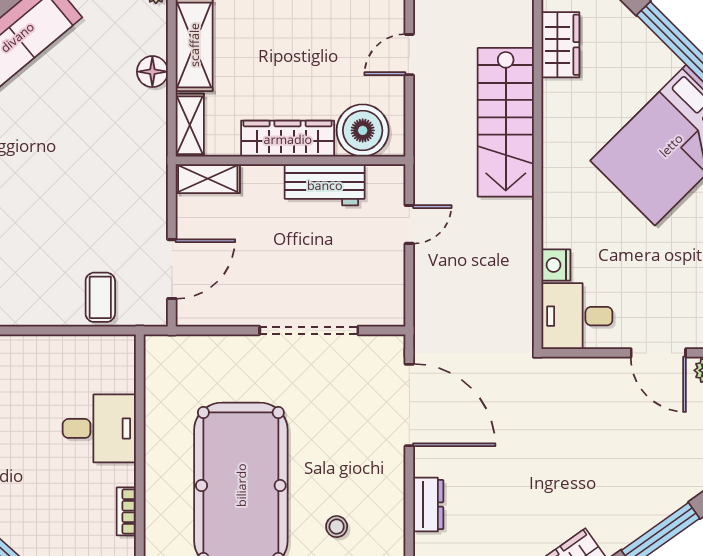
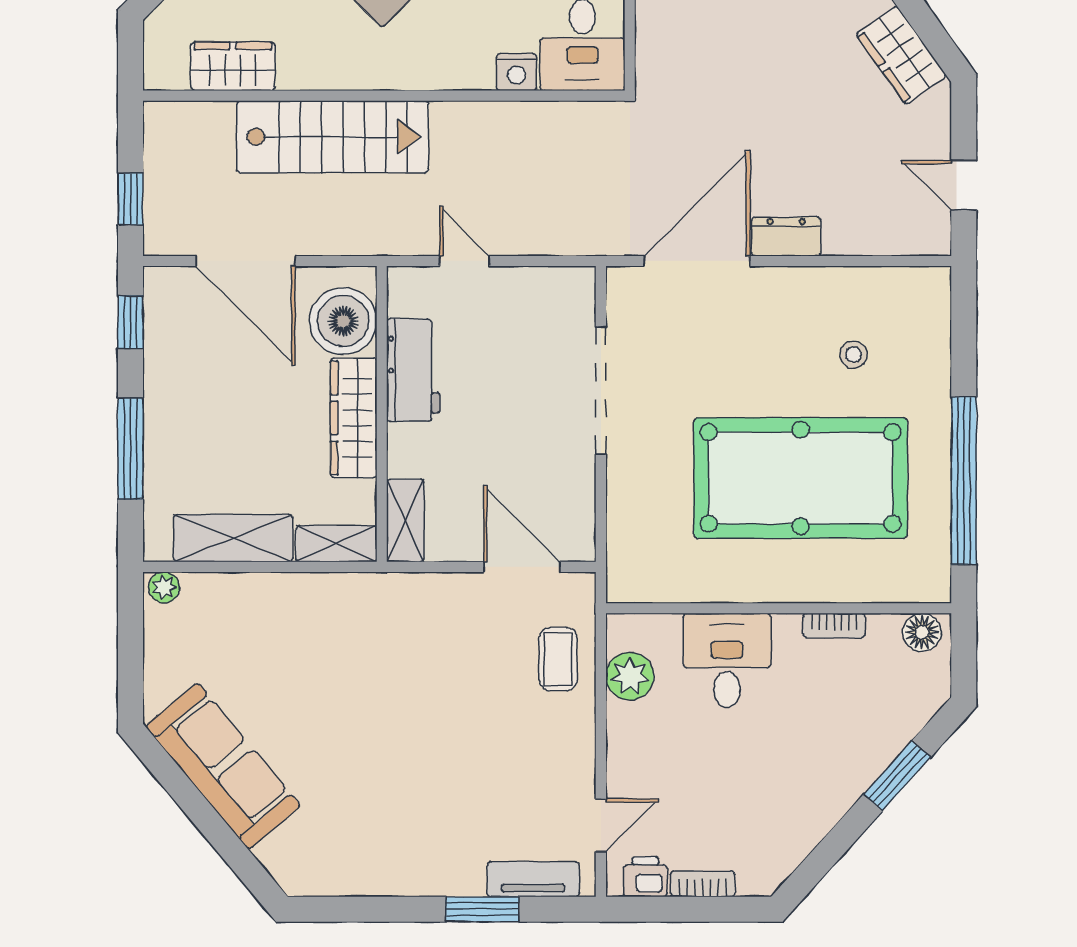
door: (409, 55) -> (245, 261), width x1.88
floor lamp: (152, 72) -> (267, 592), removed
coffee table: (100, 297) -> (558, 659), turned 90
plant: (87, 353) -> (630, 676), added
dresser: (428, 505) -> (786, 237), moved

